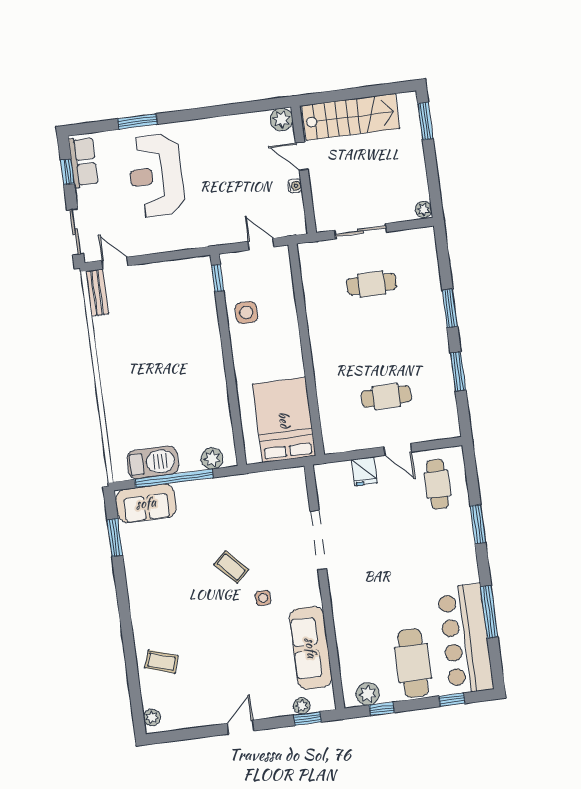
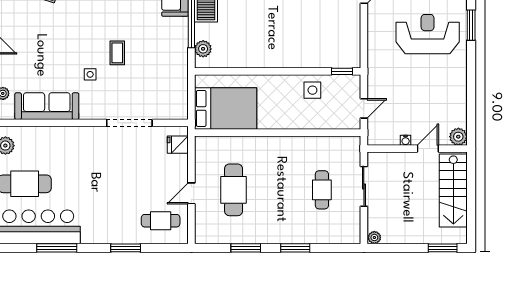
cafe table: (386, 396) -> (234, 190), width x1.37, depth x1.35
fridge: (364, 471) -> (178, 145), moved
coffee table: (231, 567) -> (117, 53), turned -47

